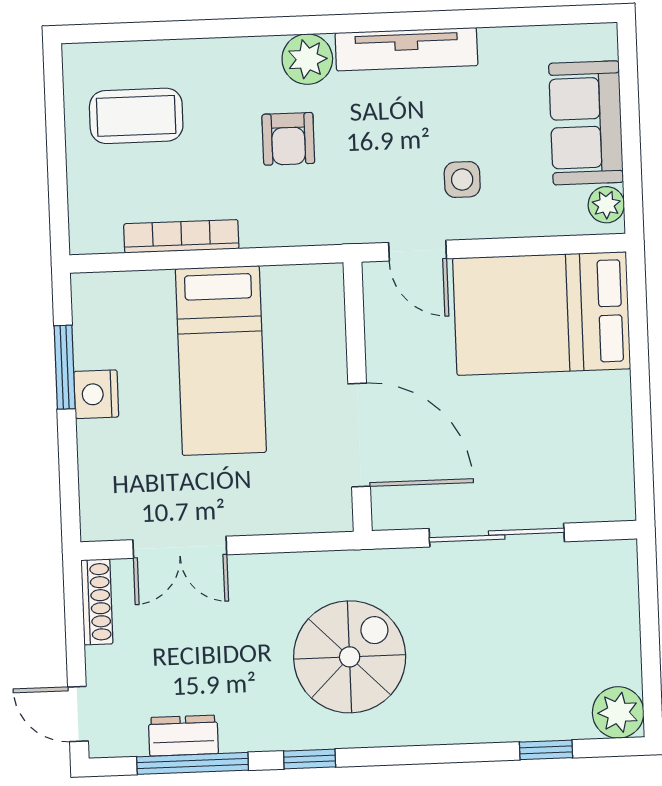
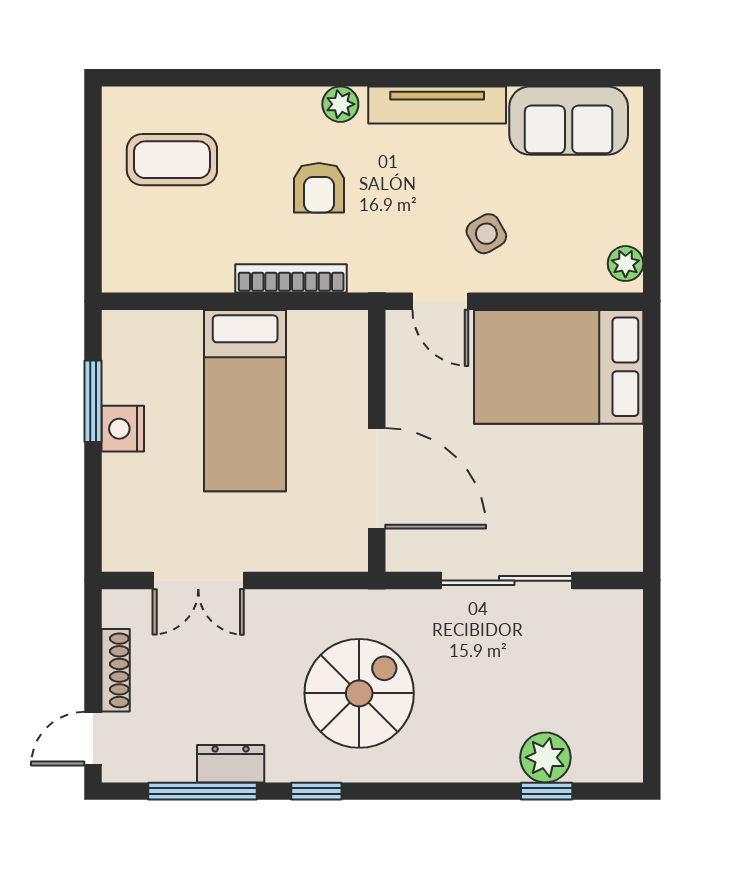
plant: (307, 59) -> (340, 104), width x0.73, depth x0.73
sofa: (586, 123) -> (569, 121), moved, turned -90
side table: (462, 180) -> (486, 234), turned -30
bookcase: (181, 236) -> (291, 278), moved
shoe rack: (97, 602) -> (116, 670), moved
plant: (618, 712) -> (545, 757), moved
door: (78, 714) -> (93, 739), hinge flipped
dresser: (183, 736) -> (231, 764), moved

